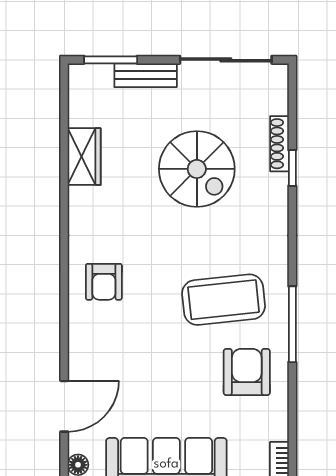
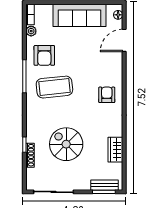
bench: (146, 75) -> (104, 185), moved
plant: (277, 428) -> (31, 31), added

